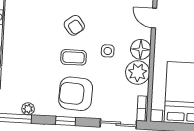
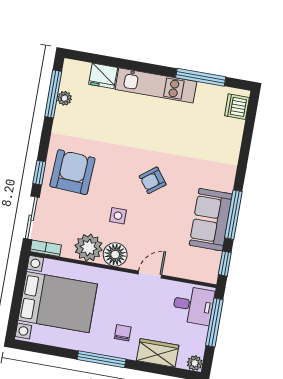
coffee table: (74, 57) -> (115, 175), removed
plant: (28, 109) -> (64, 98), moved
window: (66, 121) -> (39, 173), moved

